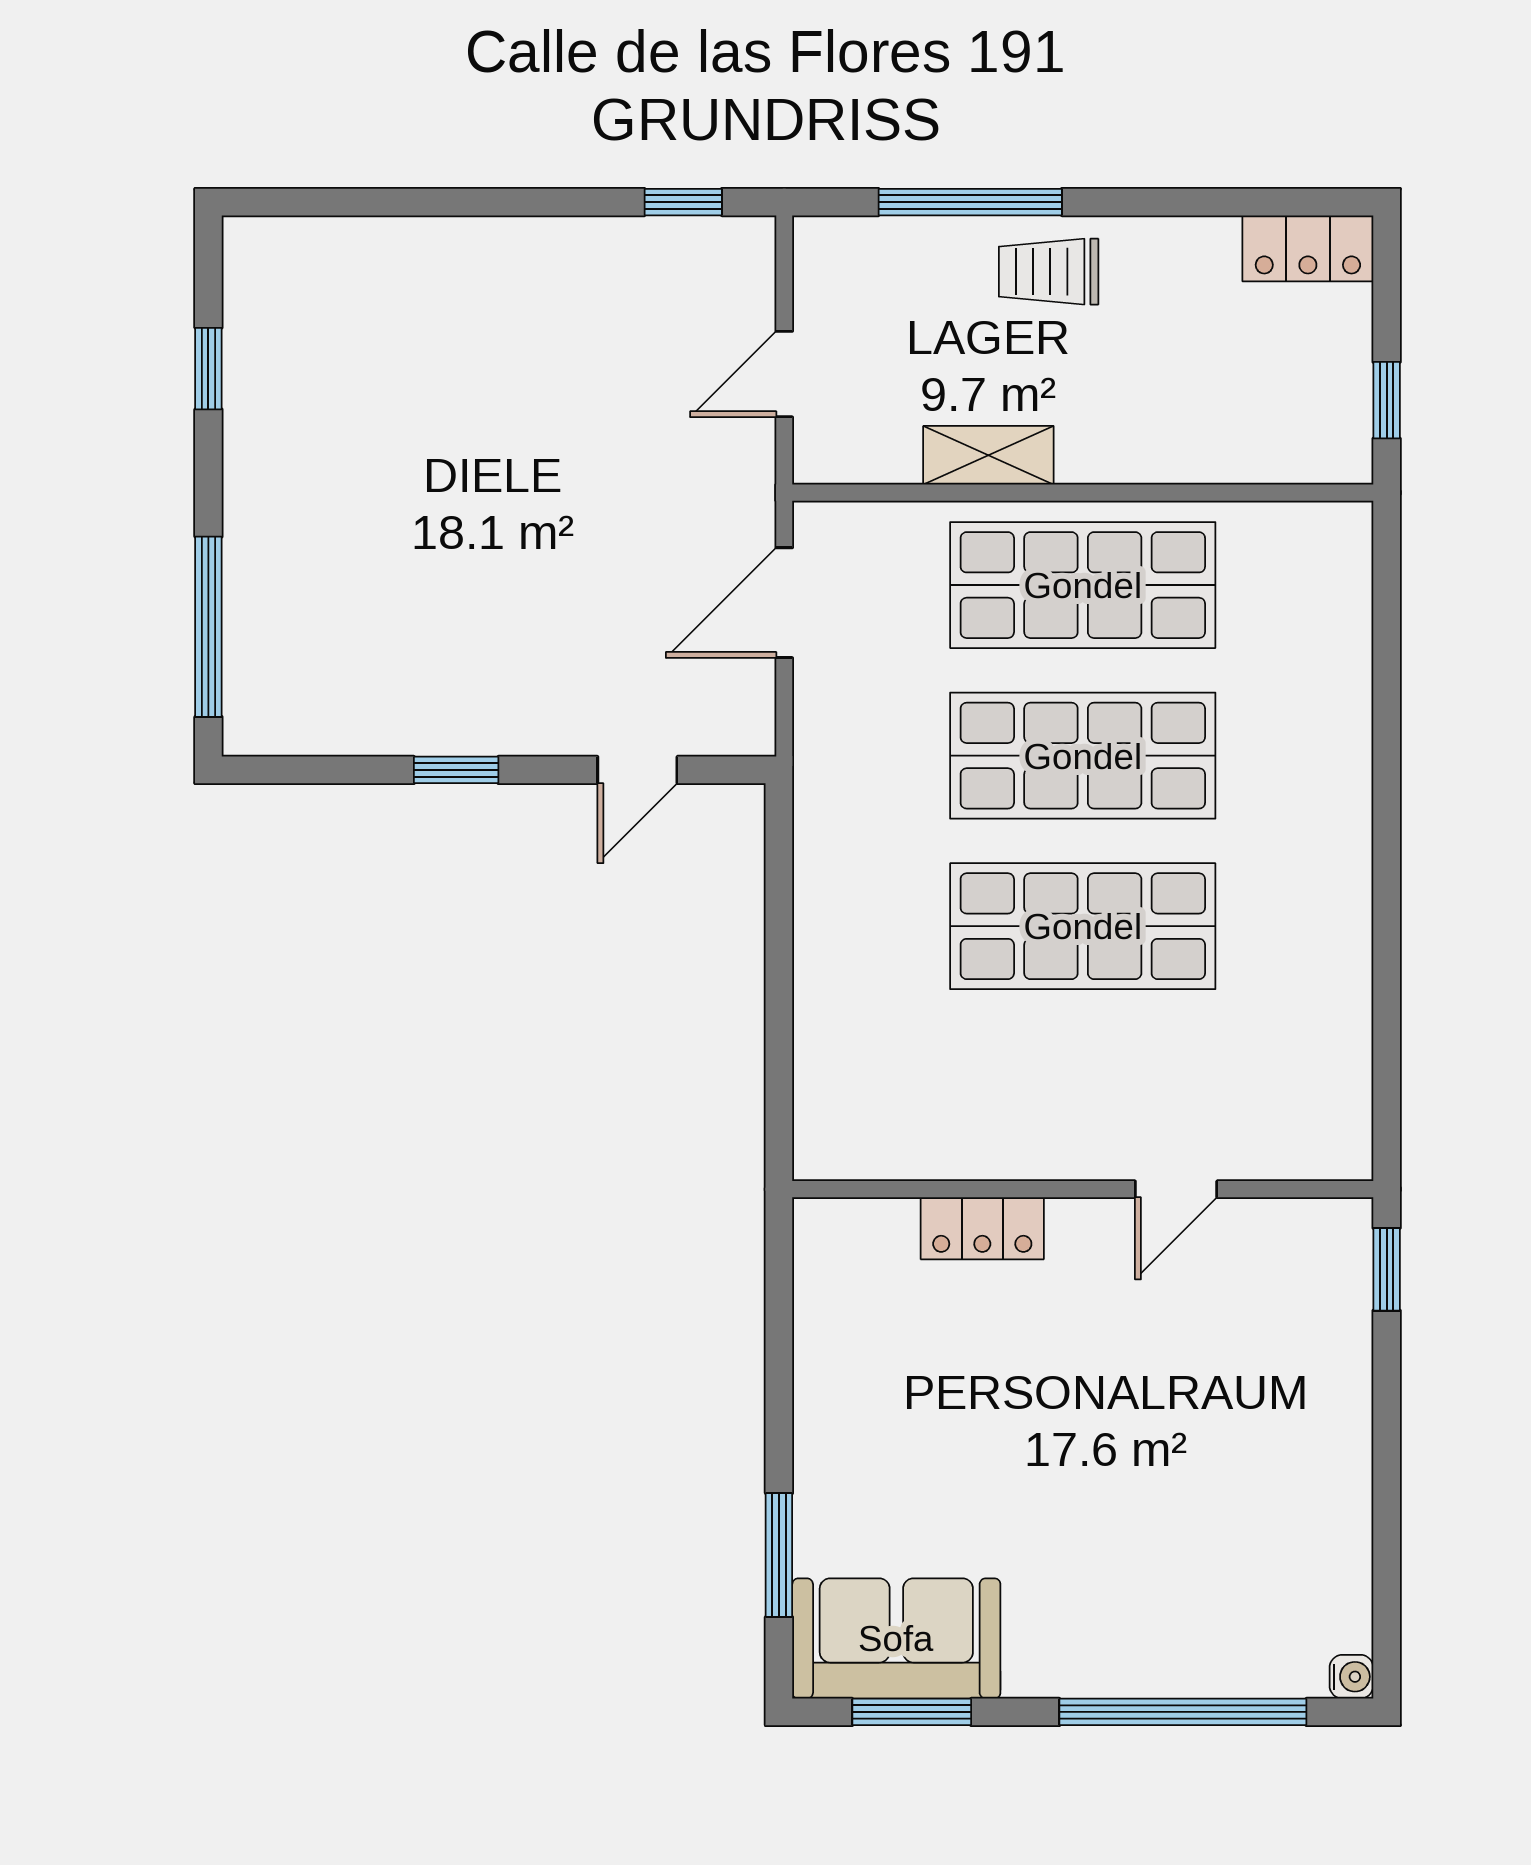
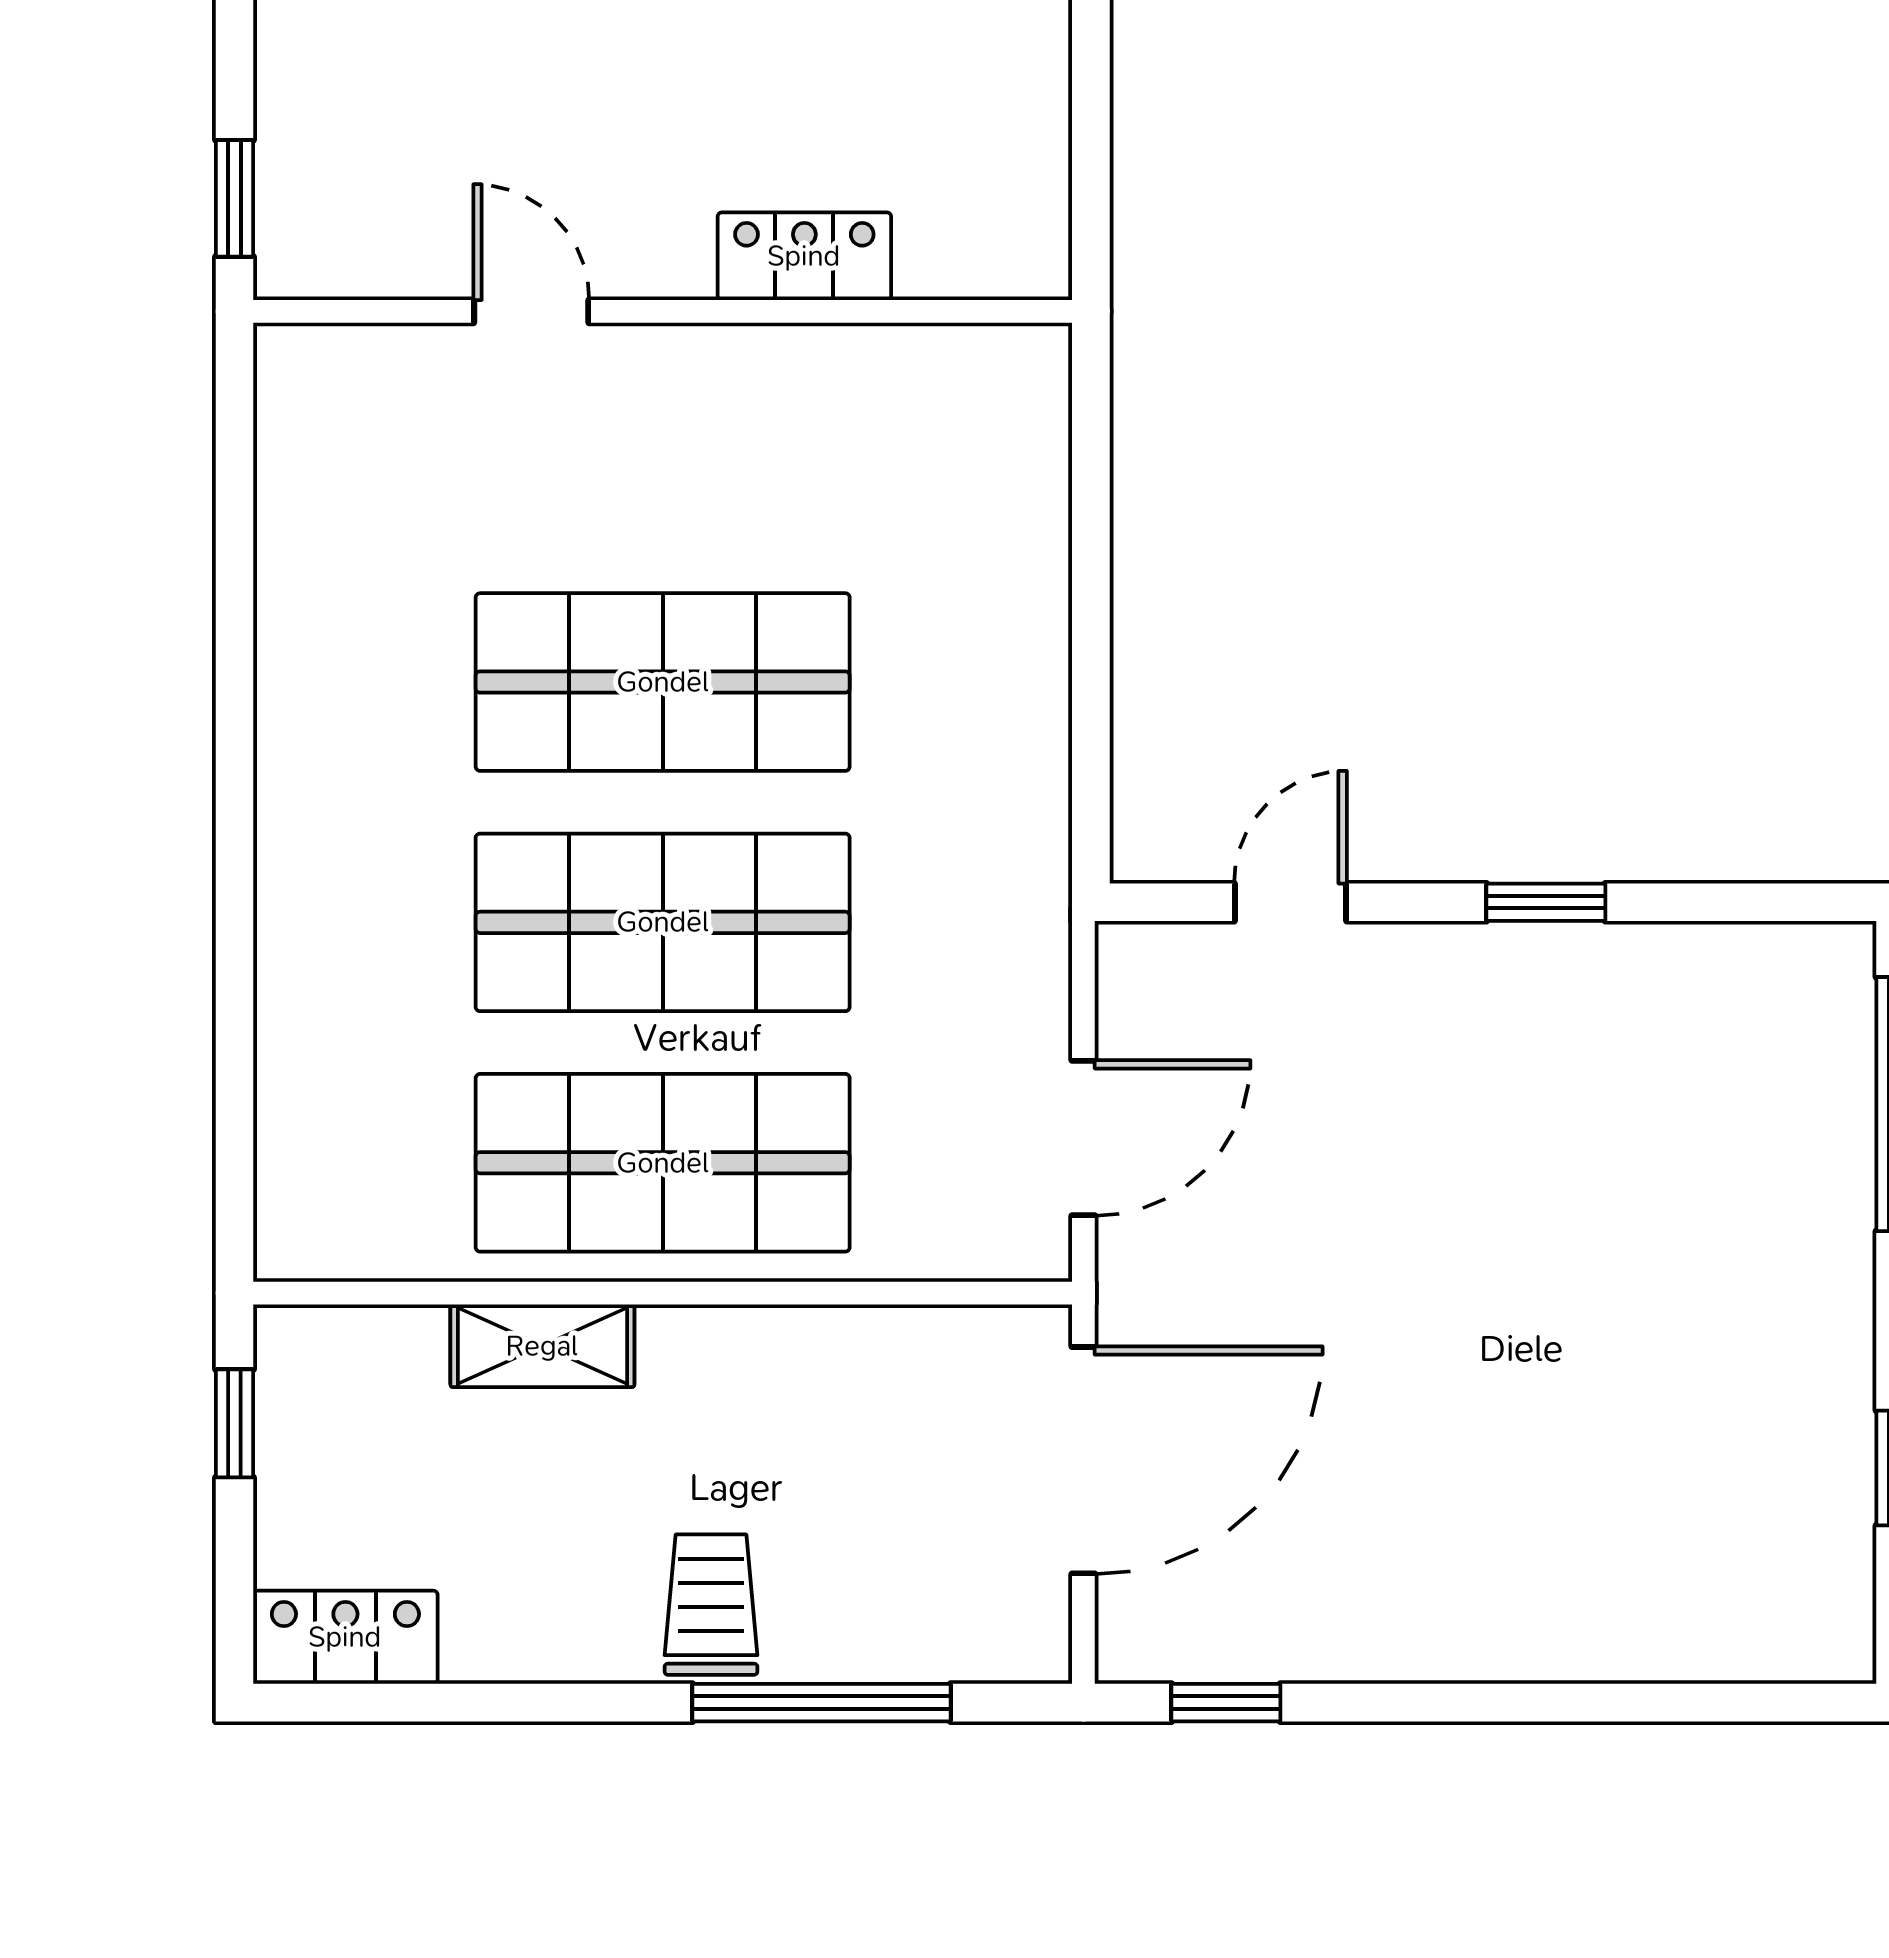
trolley: (1049, 272) -> (711, 1605), turned -90
door: (784, 374) -> (1083, 1460), width x1.88
shelving: (988, 455) -> (542, 1346), moved
door: (1176, 1189) -> (531, 311), hinge flipped

